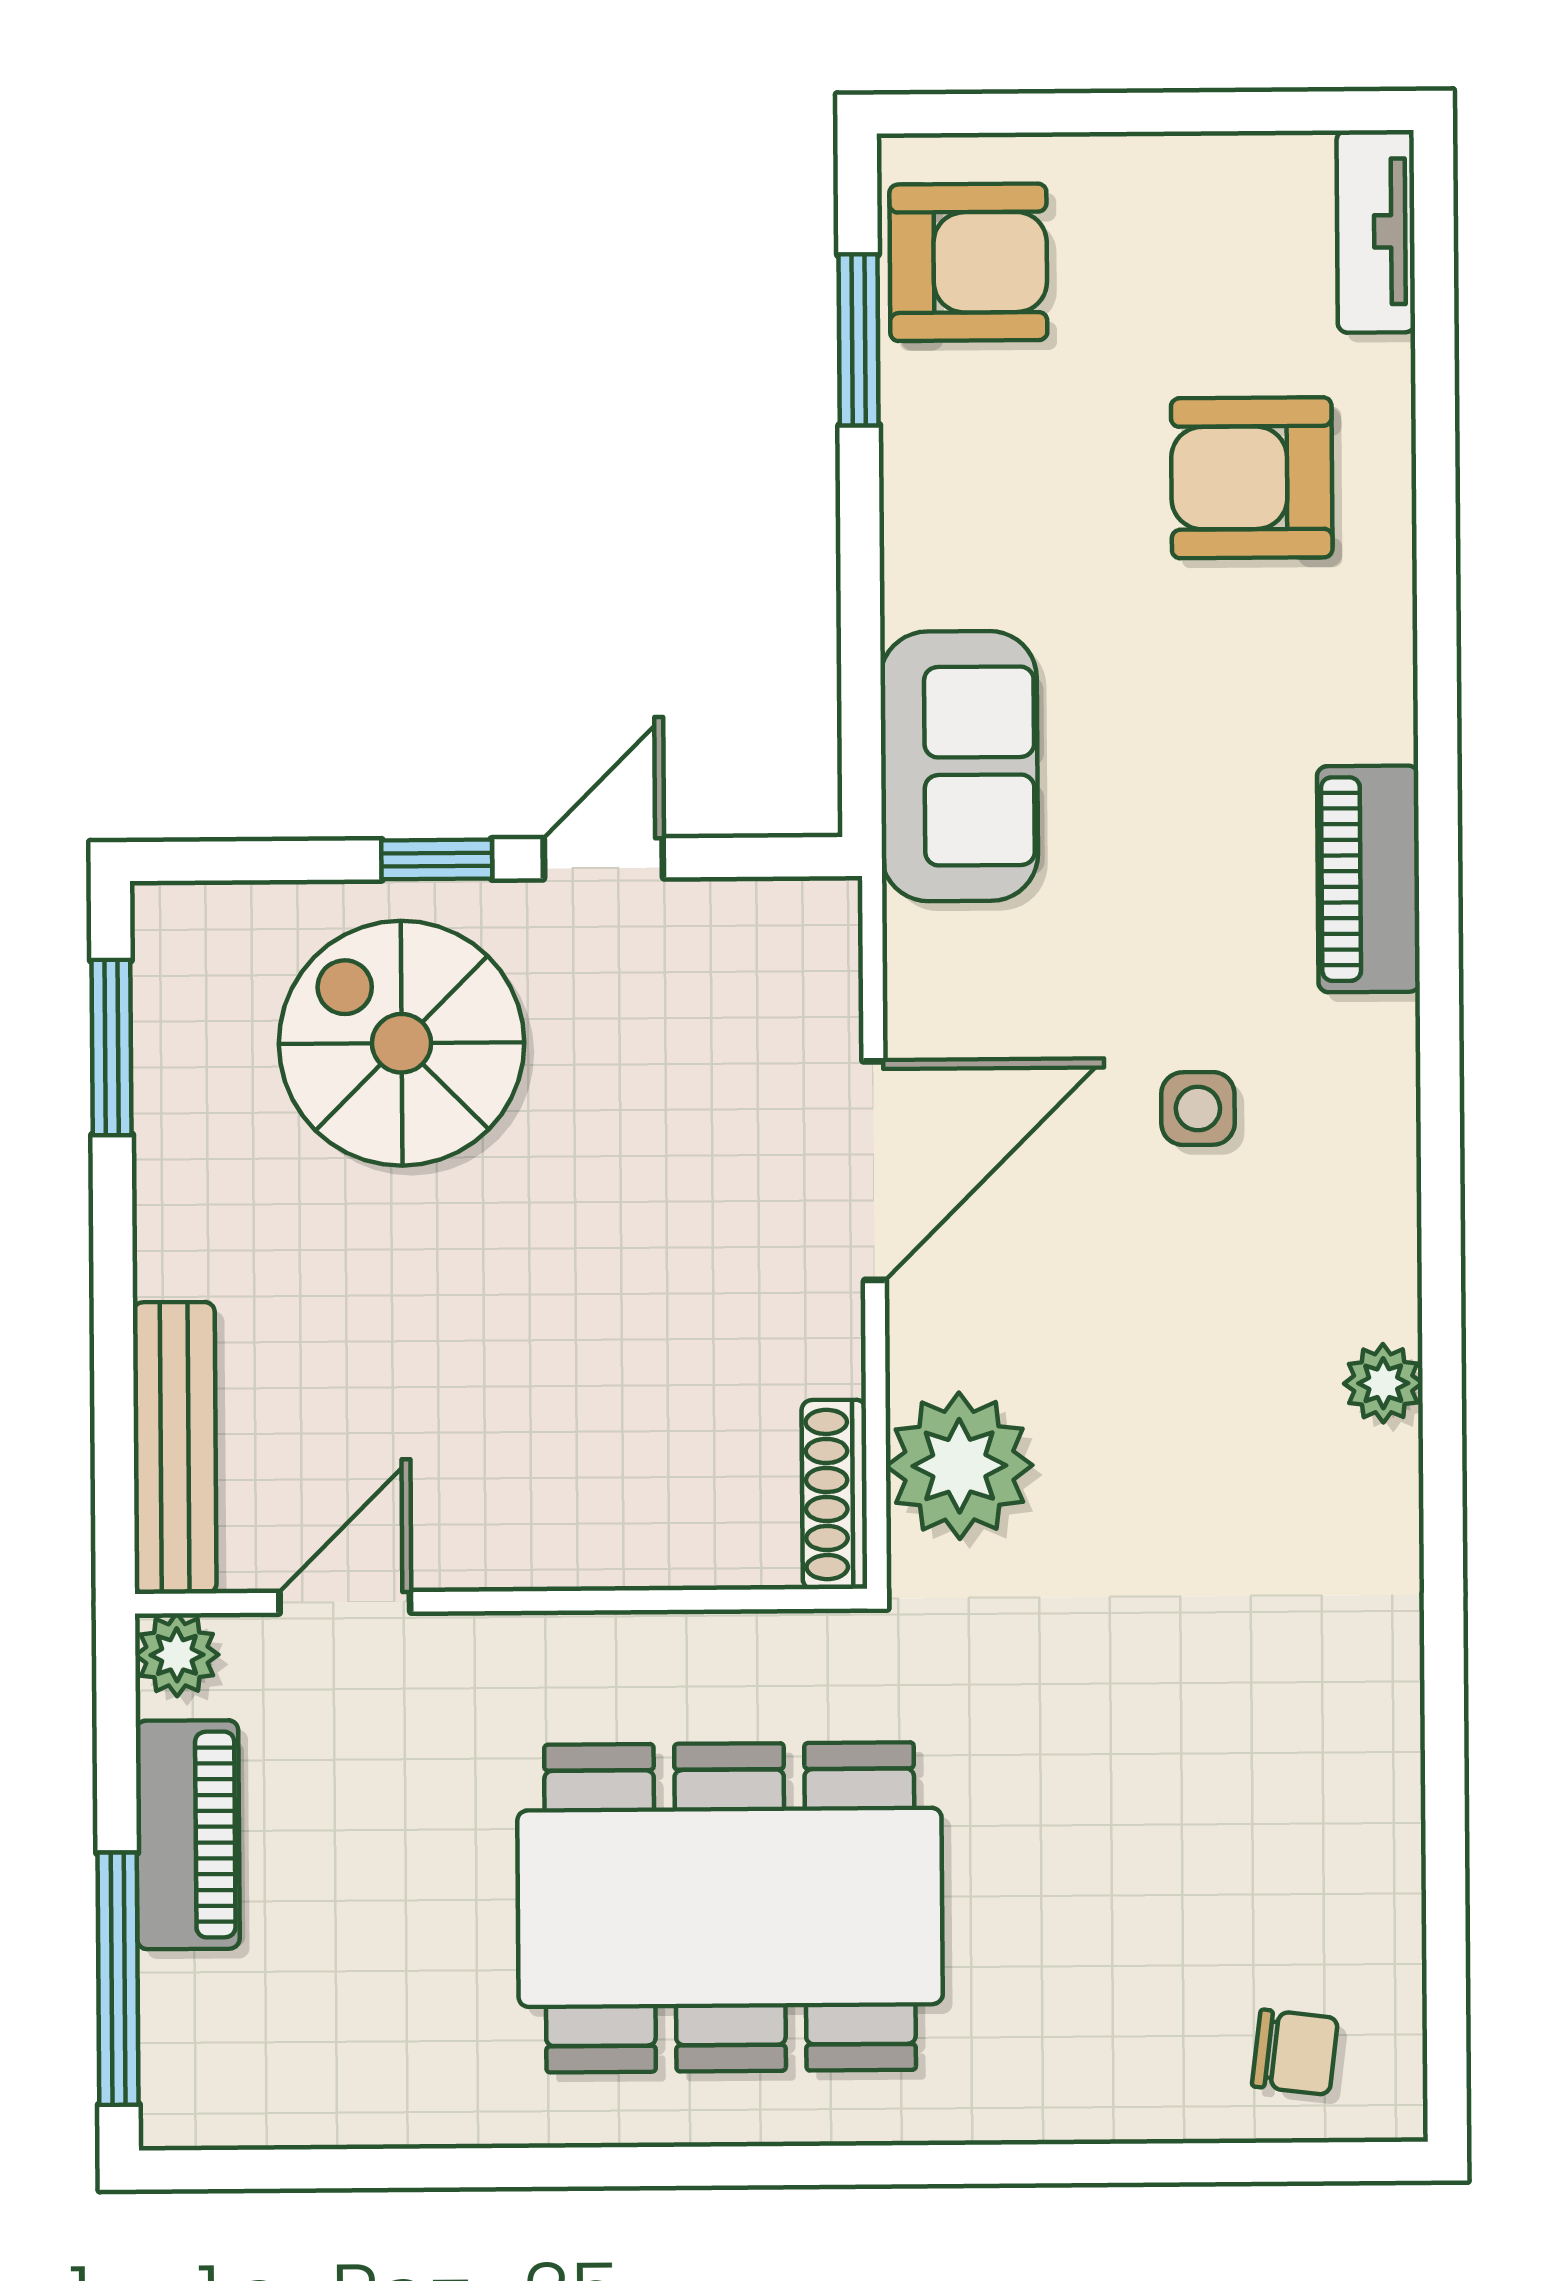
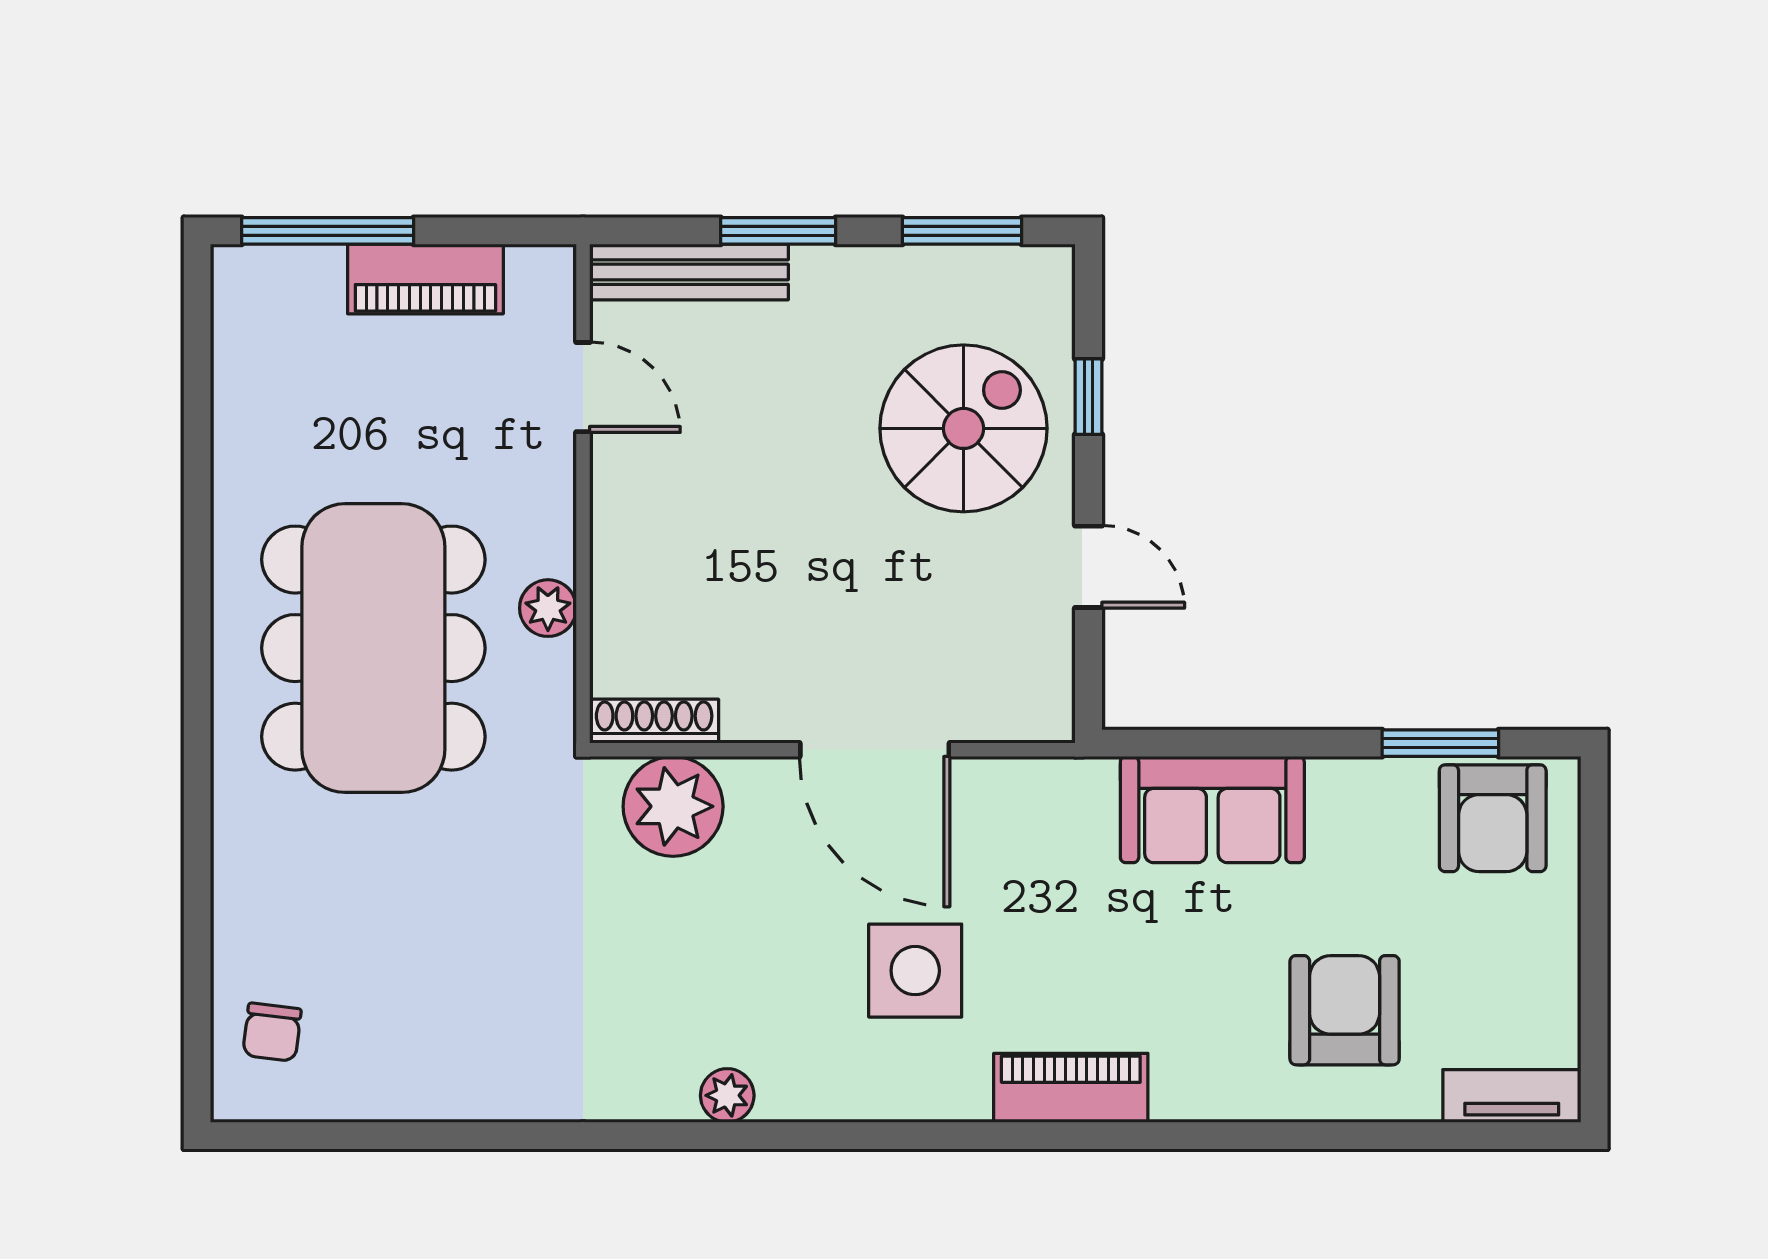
sofa: (959, 766) -> (1212, 810), moved
window: (437, 859) -> (1089, 397), moved
side table: (1198, 1109) -> (915, 971), width x1.87, depth x1.87
window: (113, 1317) -> (778, 231), added
plant: (177, 1655) -> (548, 608), moved

